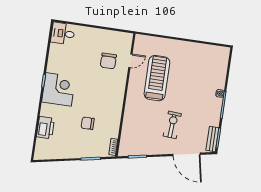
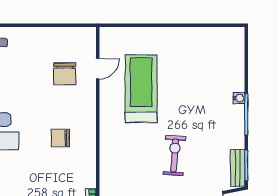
chair: (88, 123) -> (60, 138), moved

